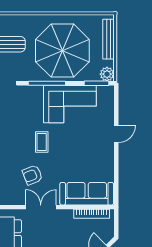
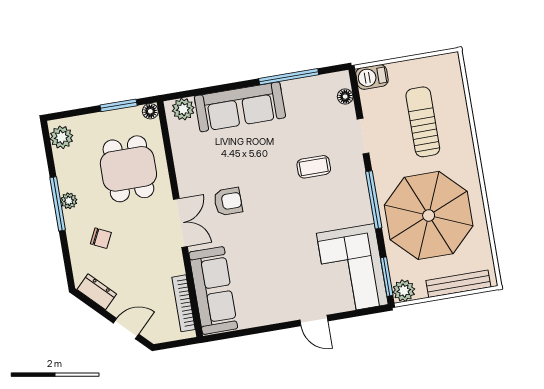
corner sofa: (70, 104) -> (352, 269), moved
coffee table: (42, 142) -> (314, 167), moved
armchair: (32, 175) -> (228, 201), turned 112

